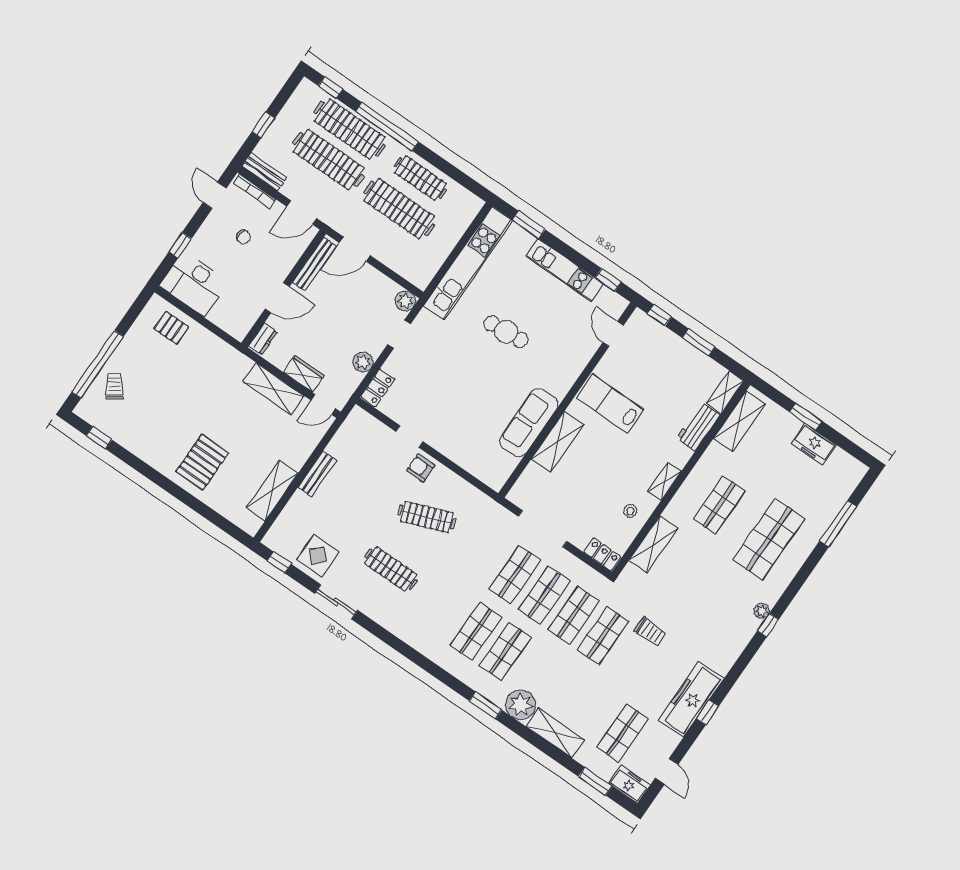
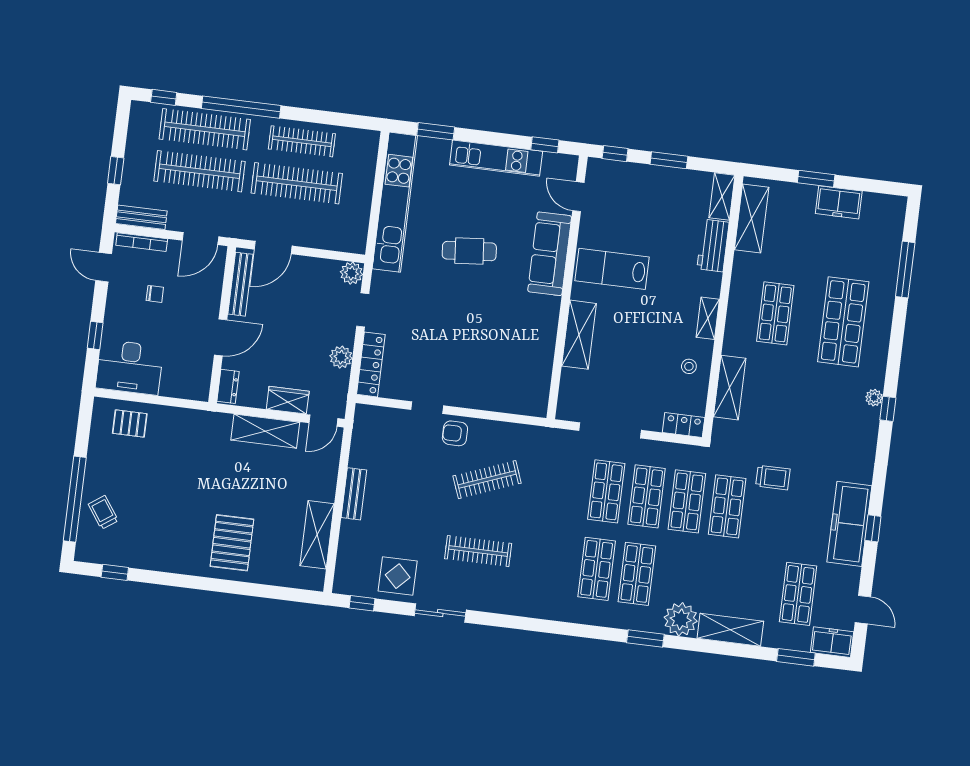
locker: (378, 388) -> (371, 364), width x1.53
sofa: (529, 423) -> (550, 254), moved

